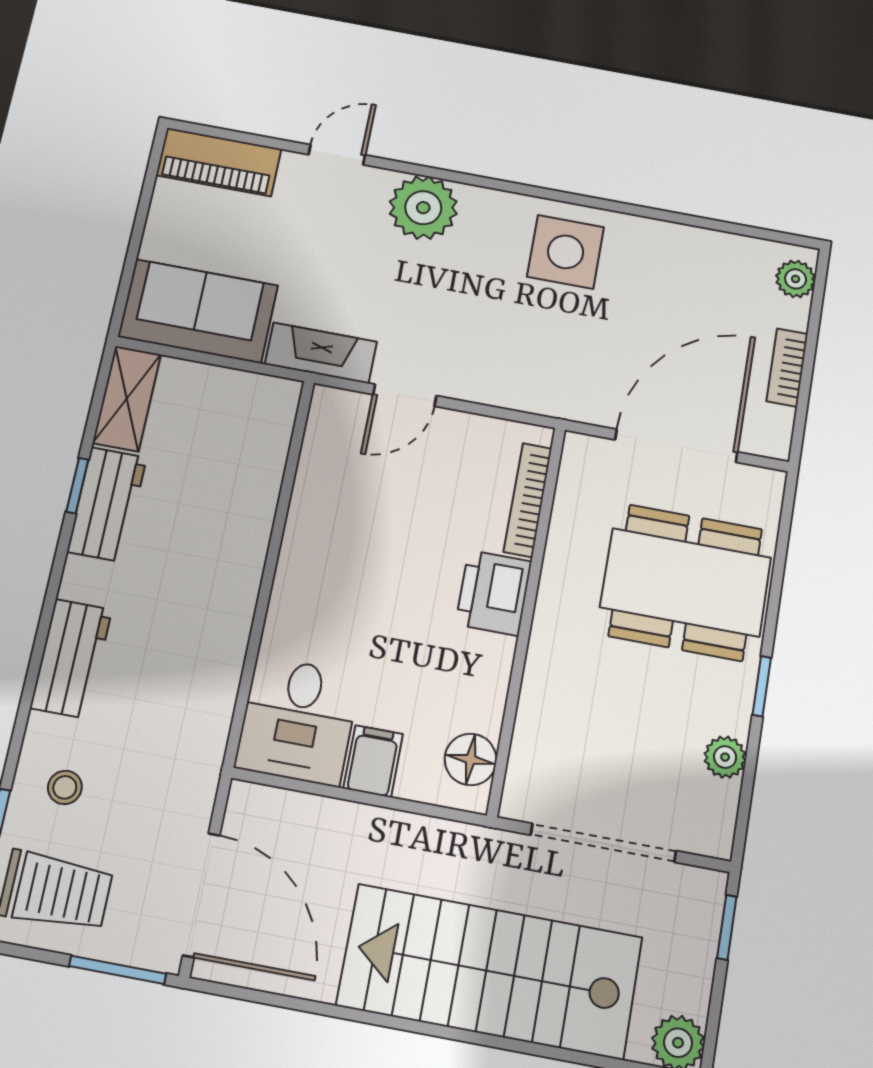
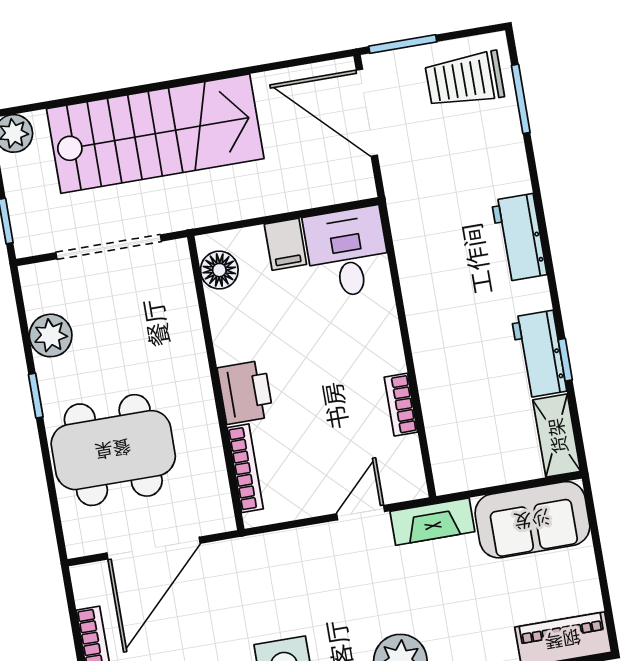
bookcase: (304, 506) -> (401, 405), added
plant: (725, 757) -> (51, 335), width x1.38, depth x1.38
stool: (65, 787) -> (487, 149), removed

